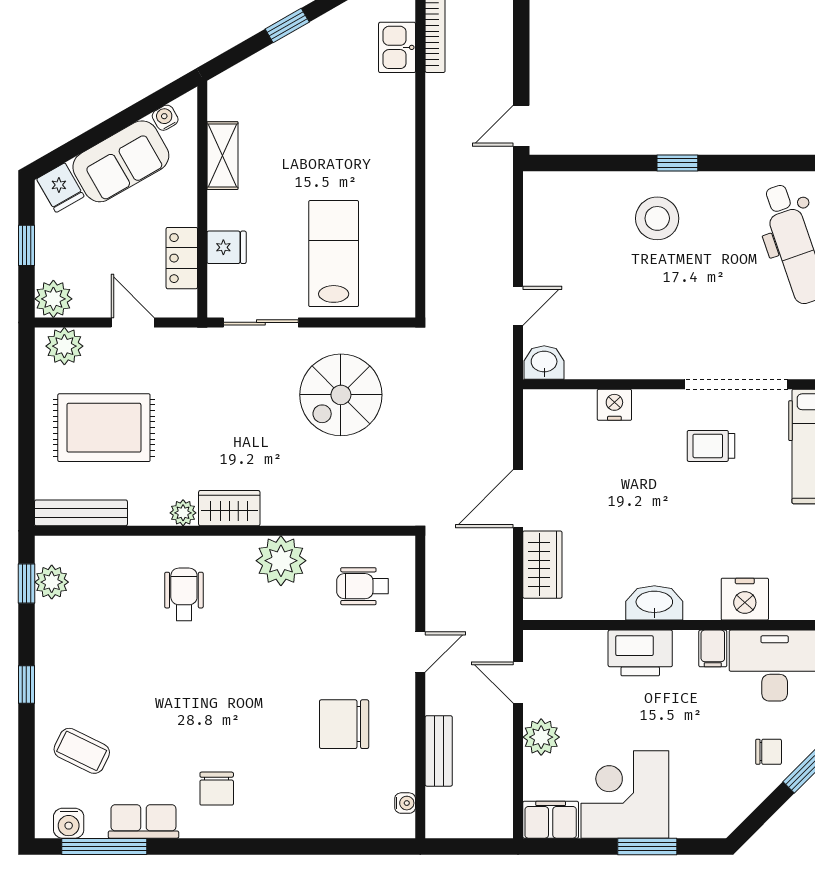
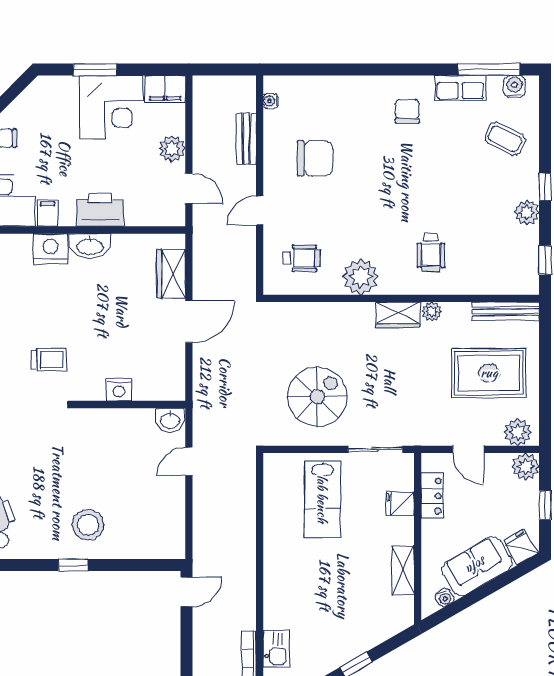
plant: (52, 582) -> (527, 212), moved
nightstand: (745, 599) -> (51, 249), moved

